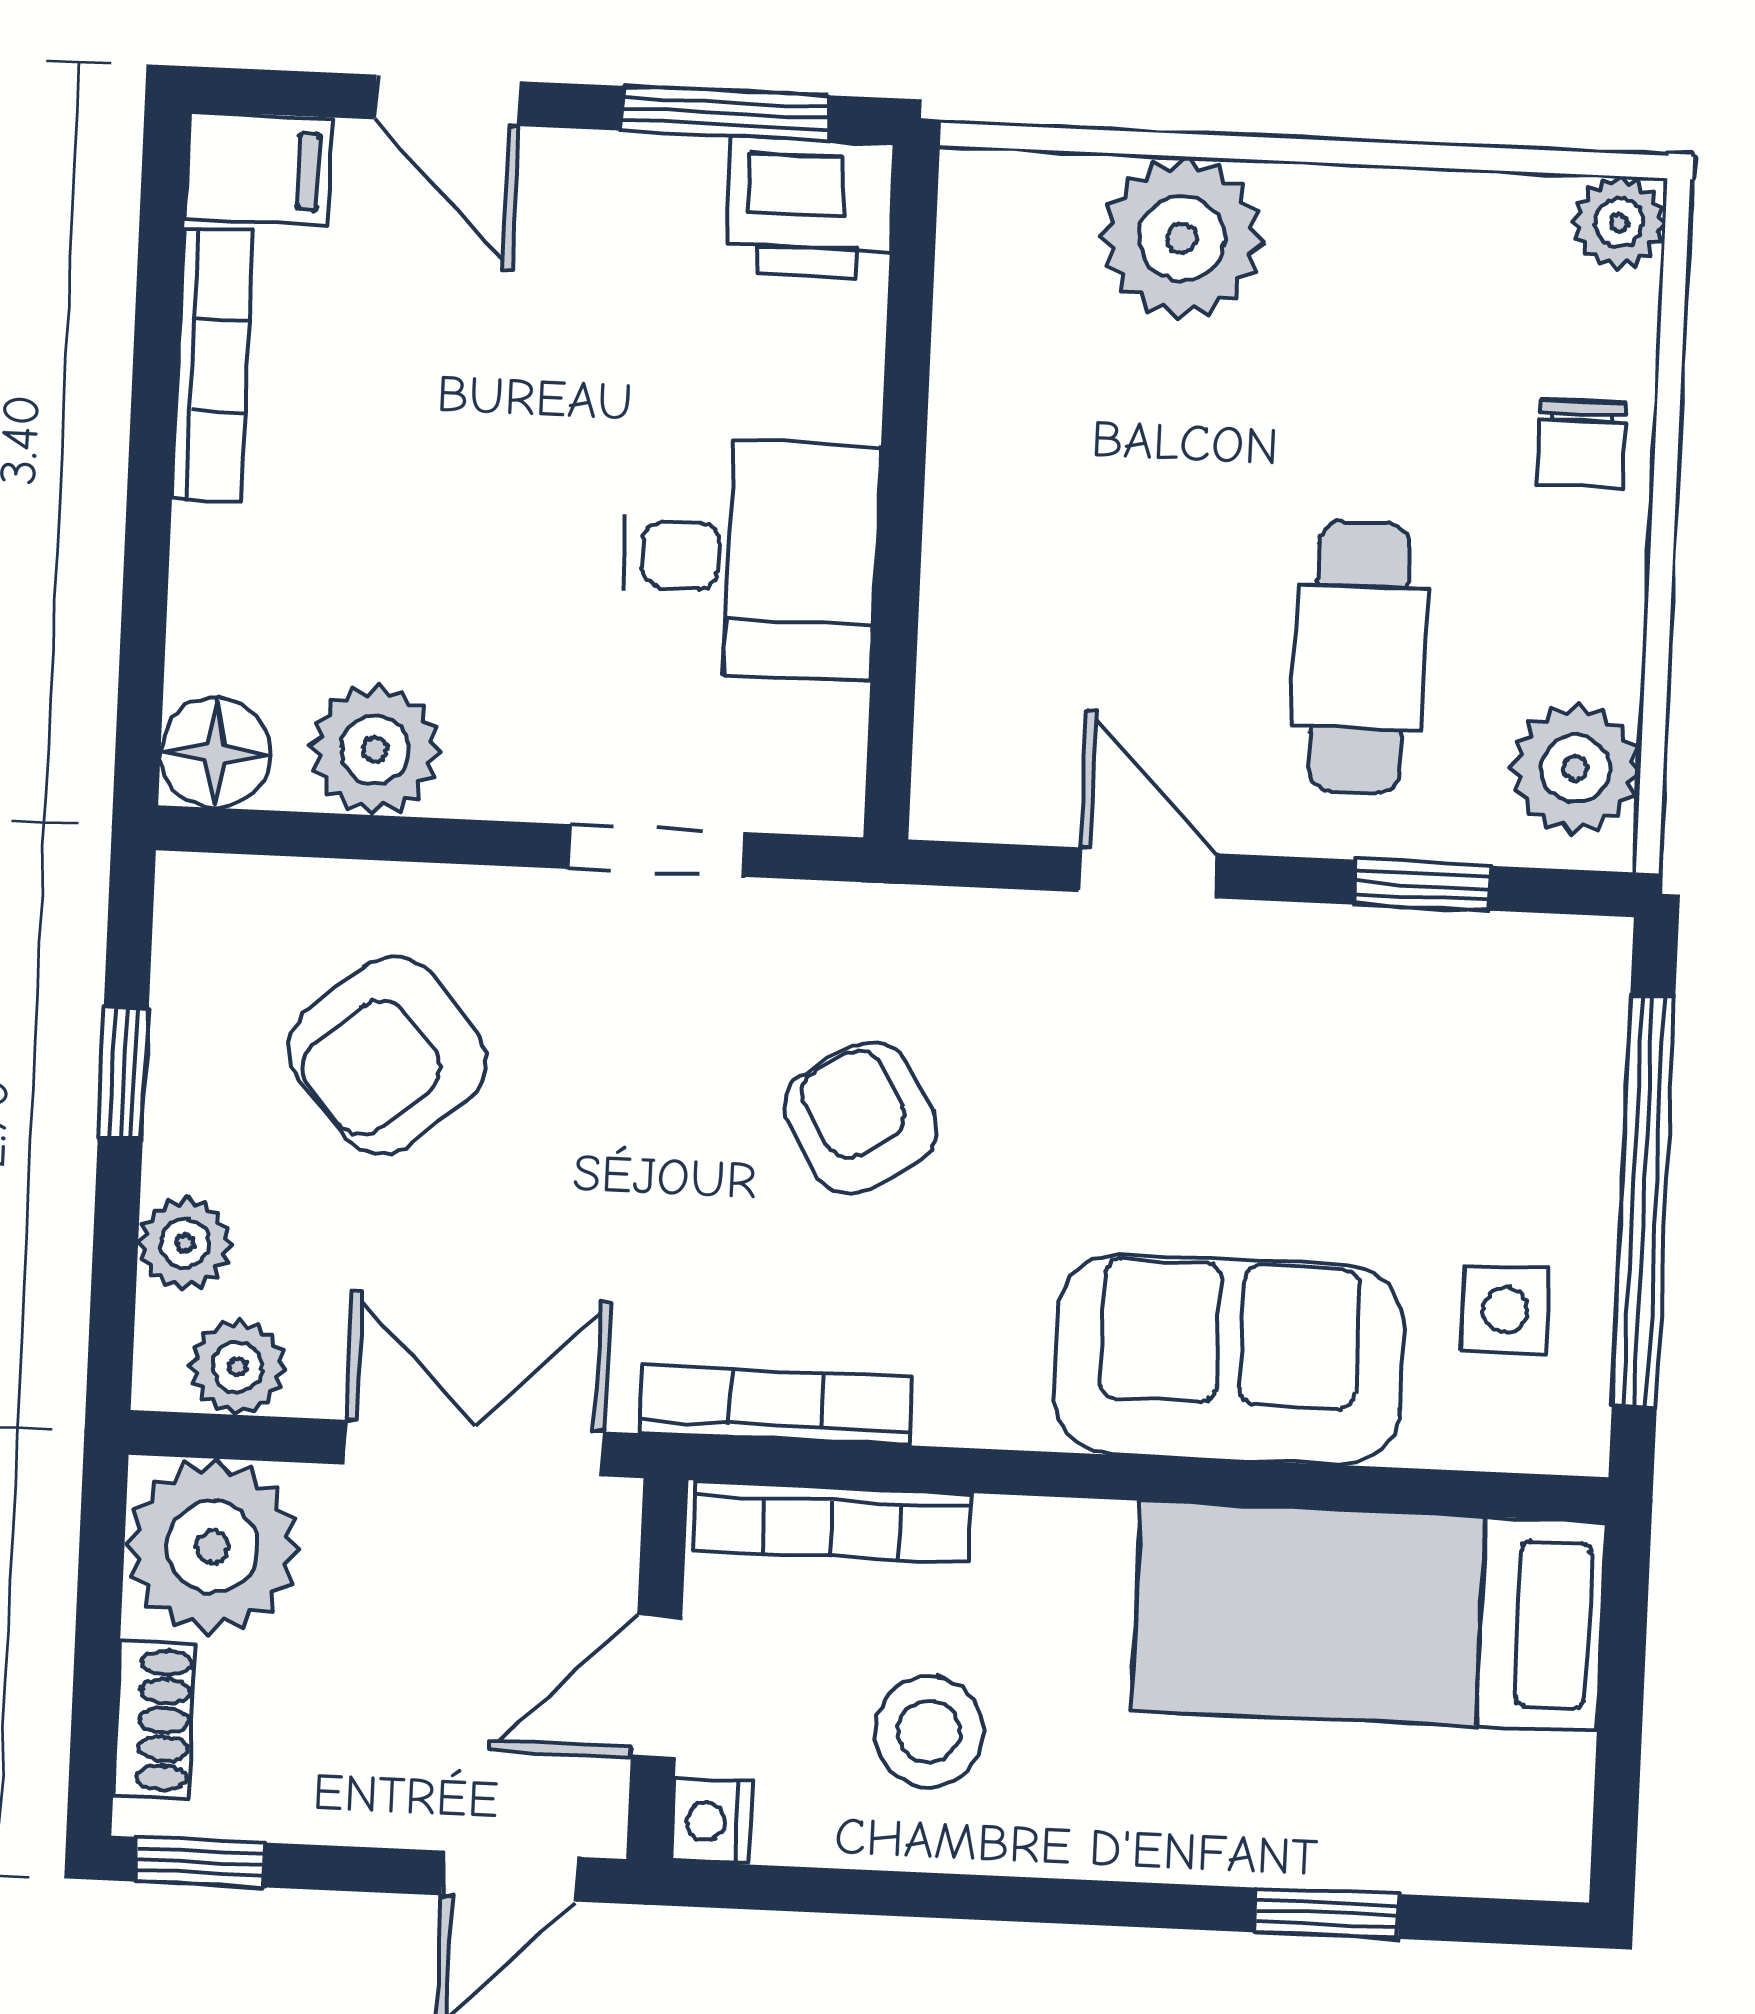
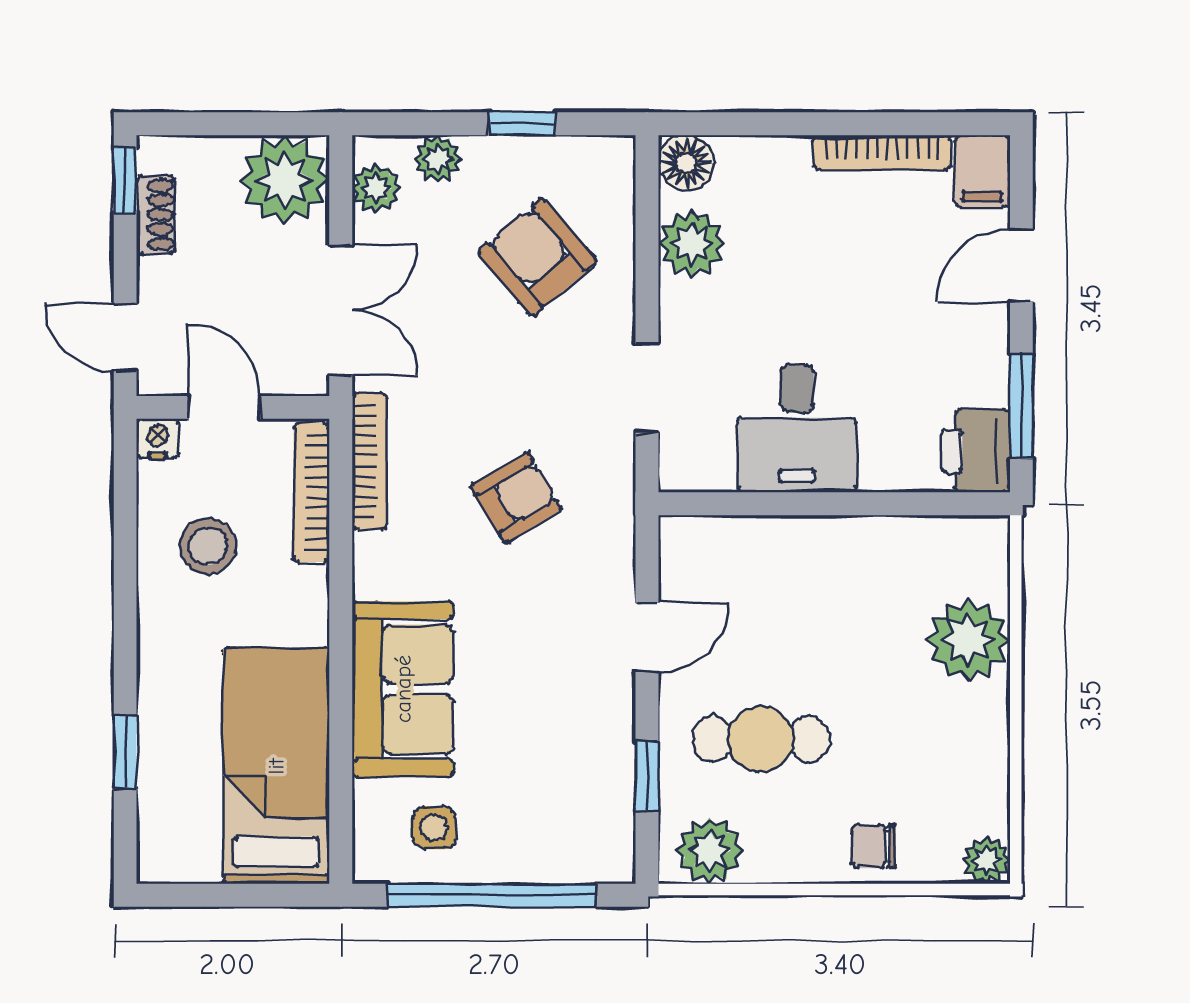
shoe rack: (154, 1720) -> (156, 215), moved, turned -90

